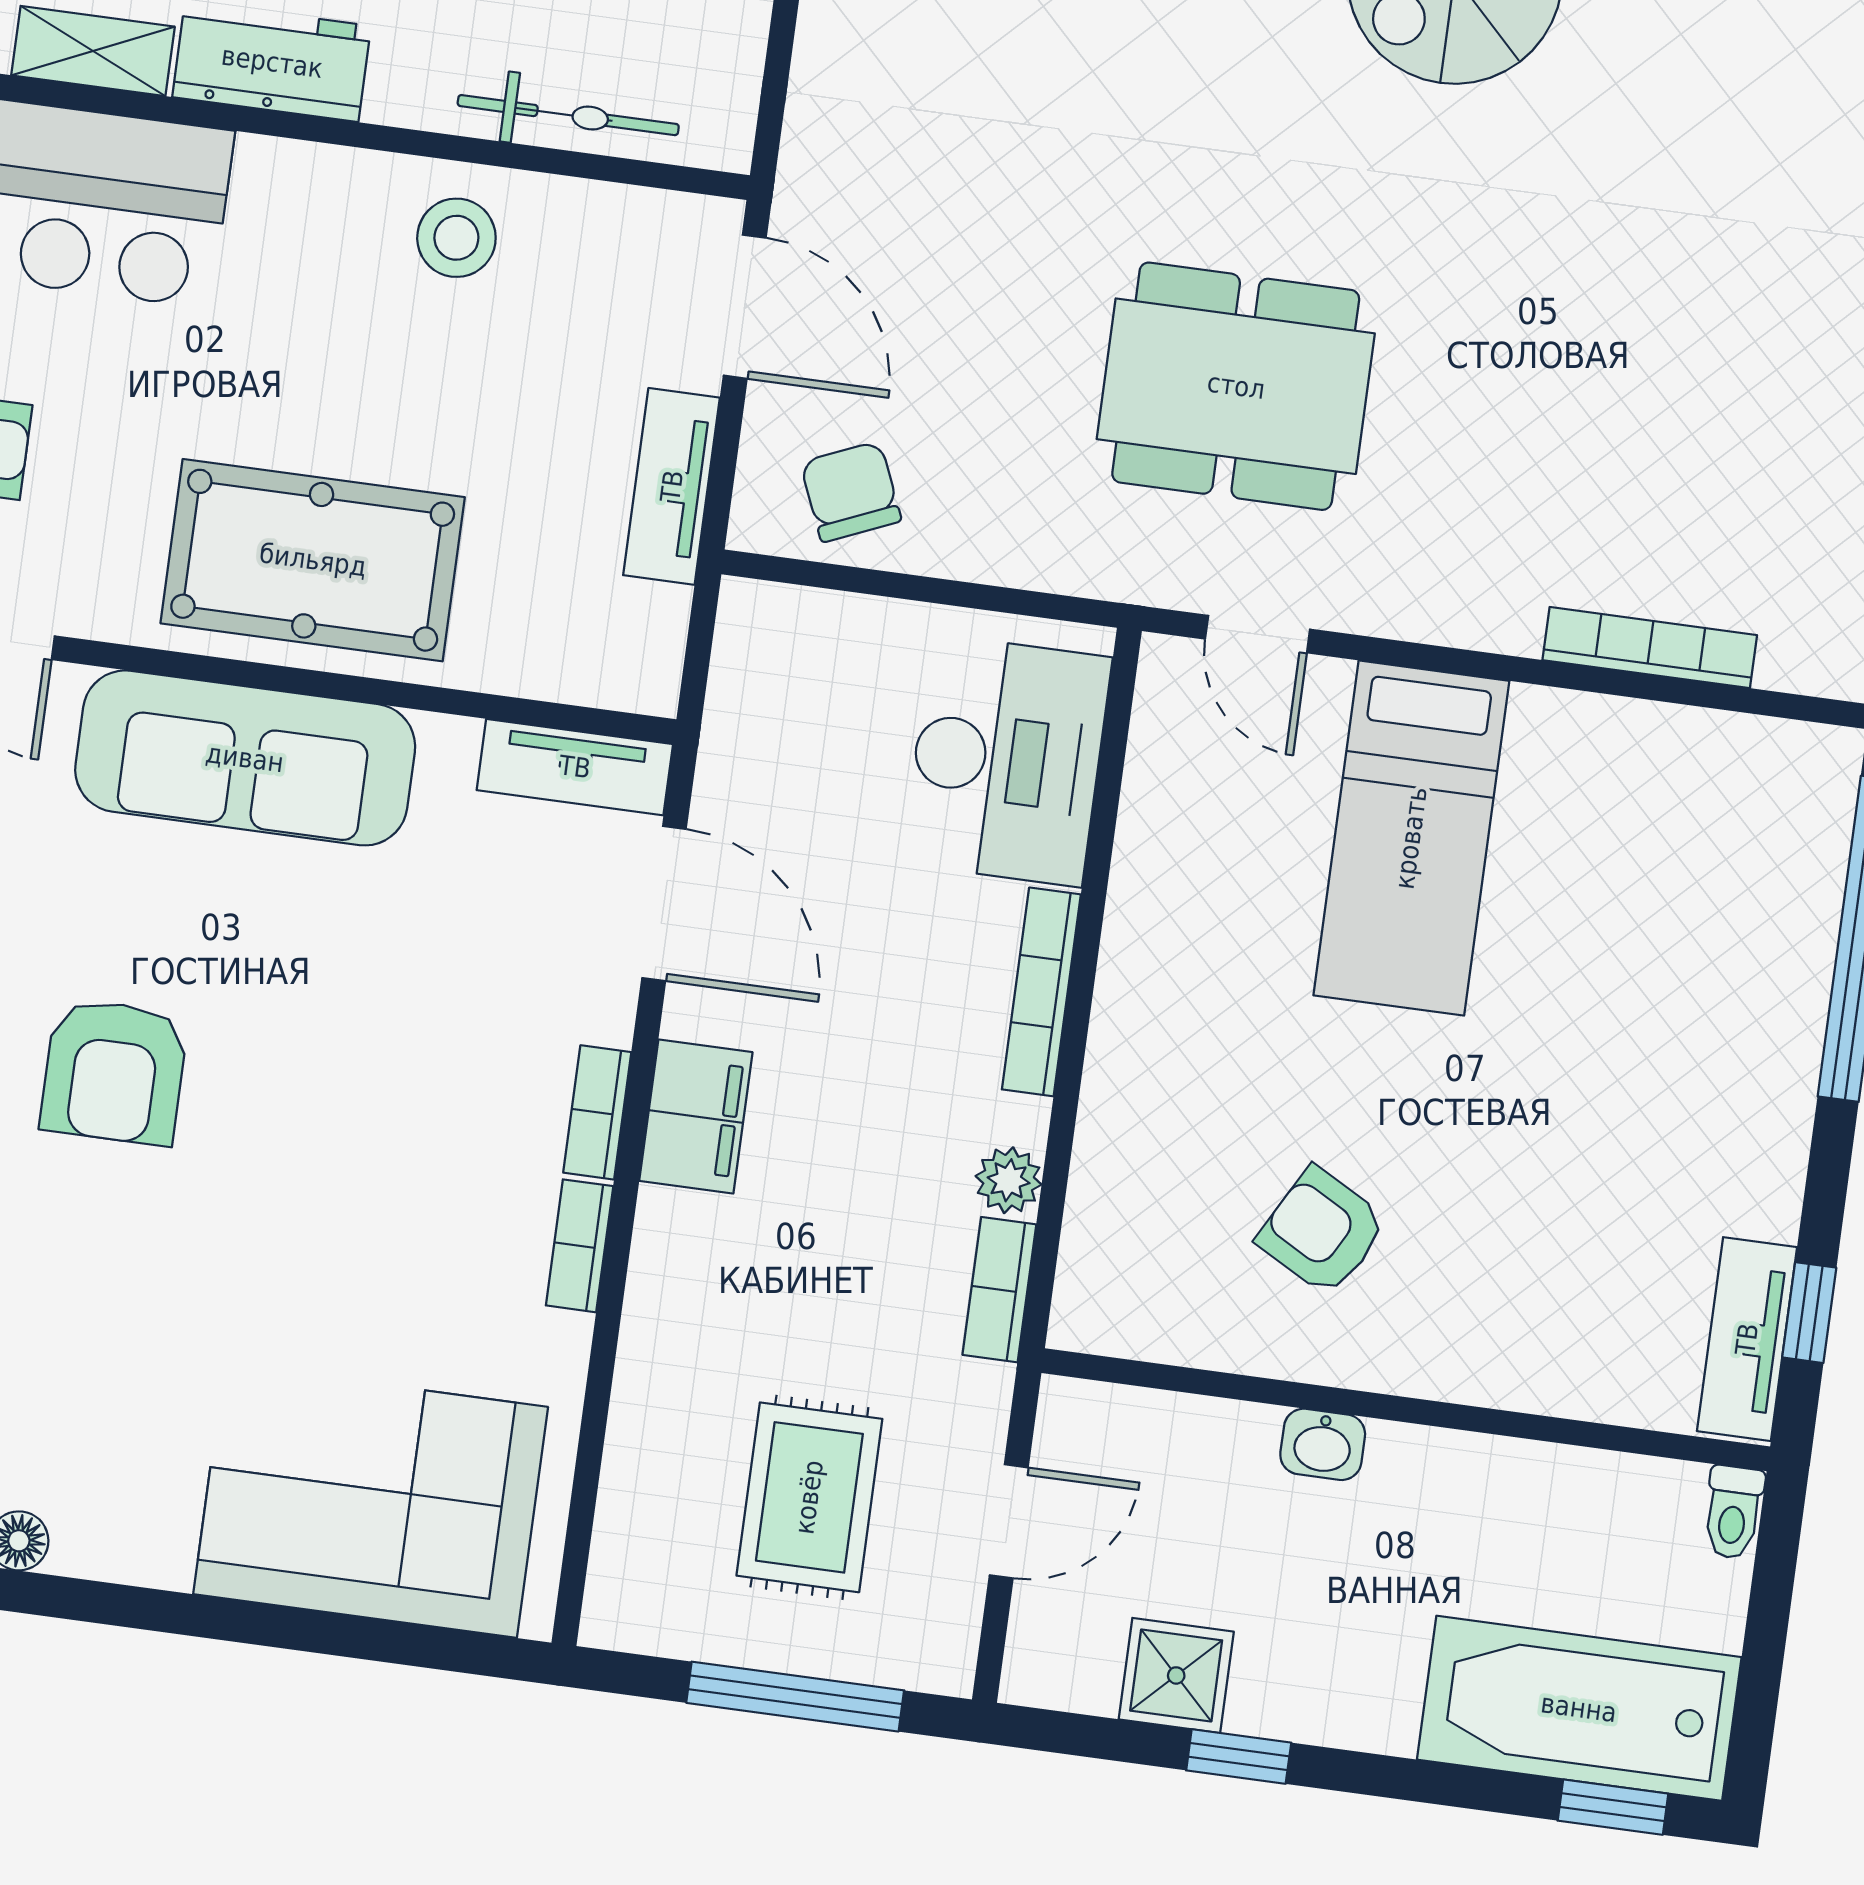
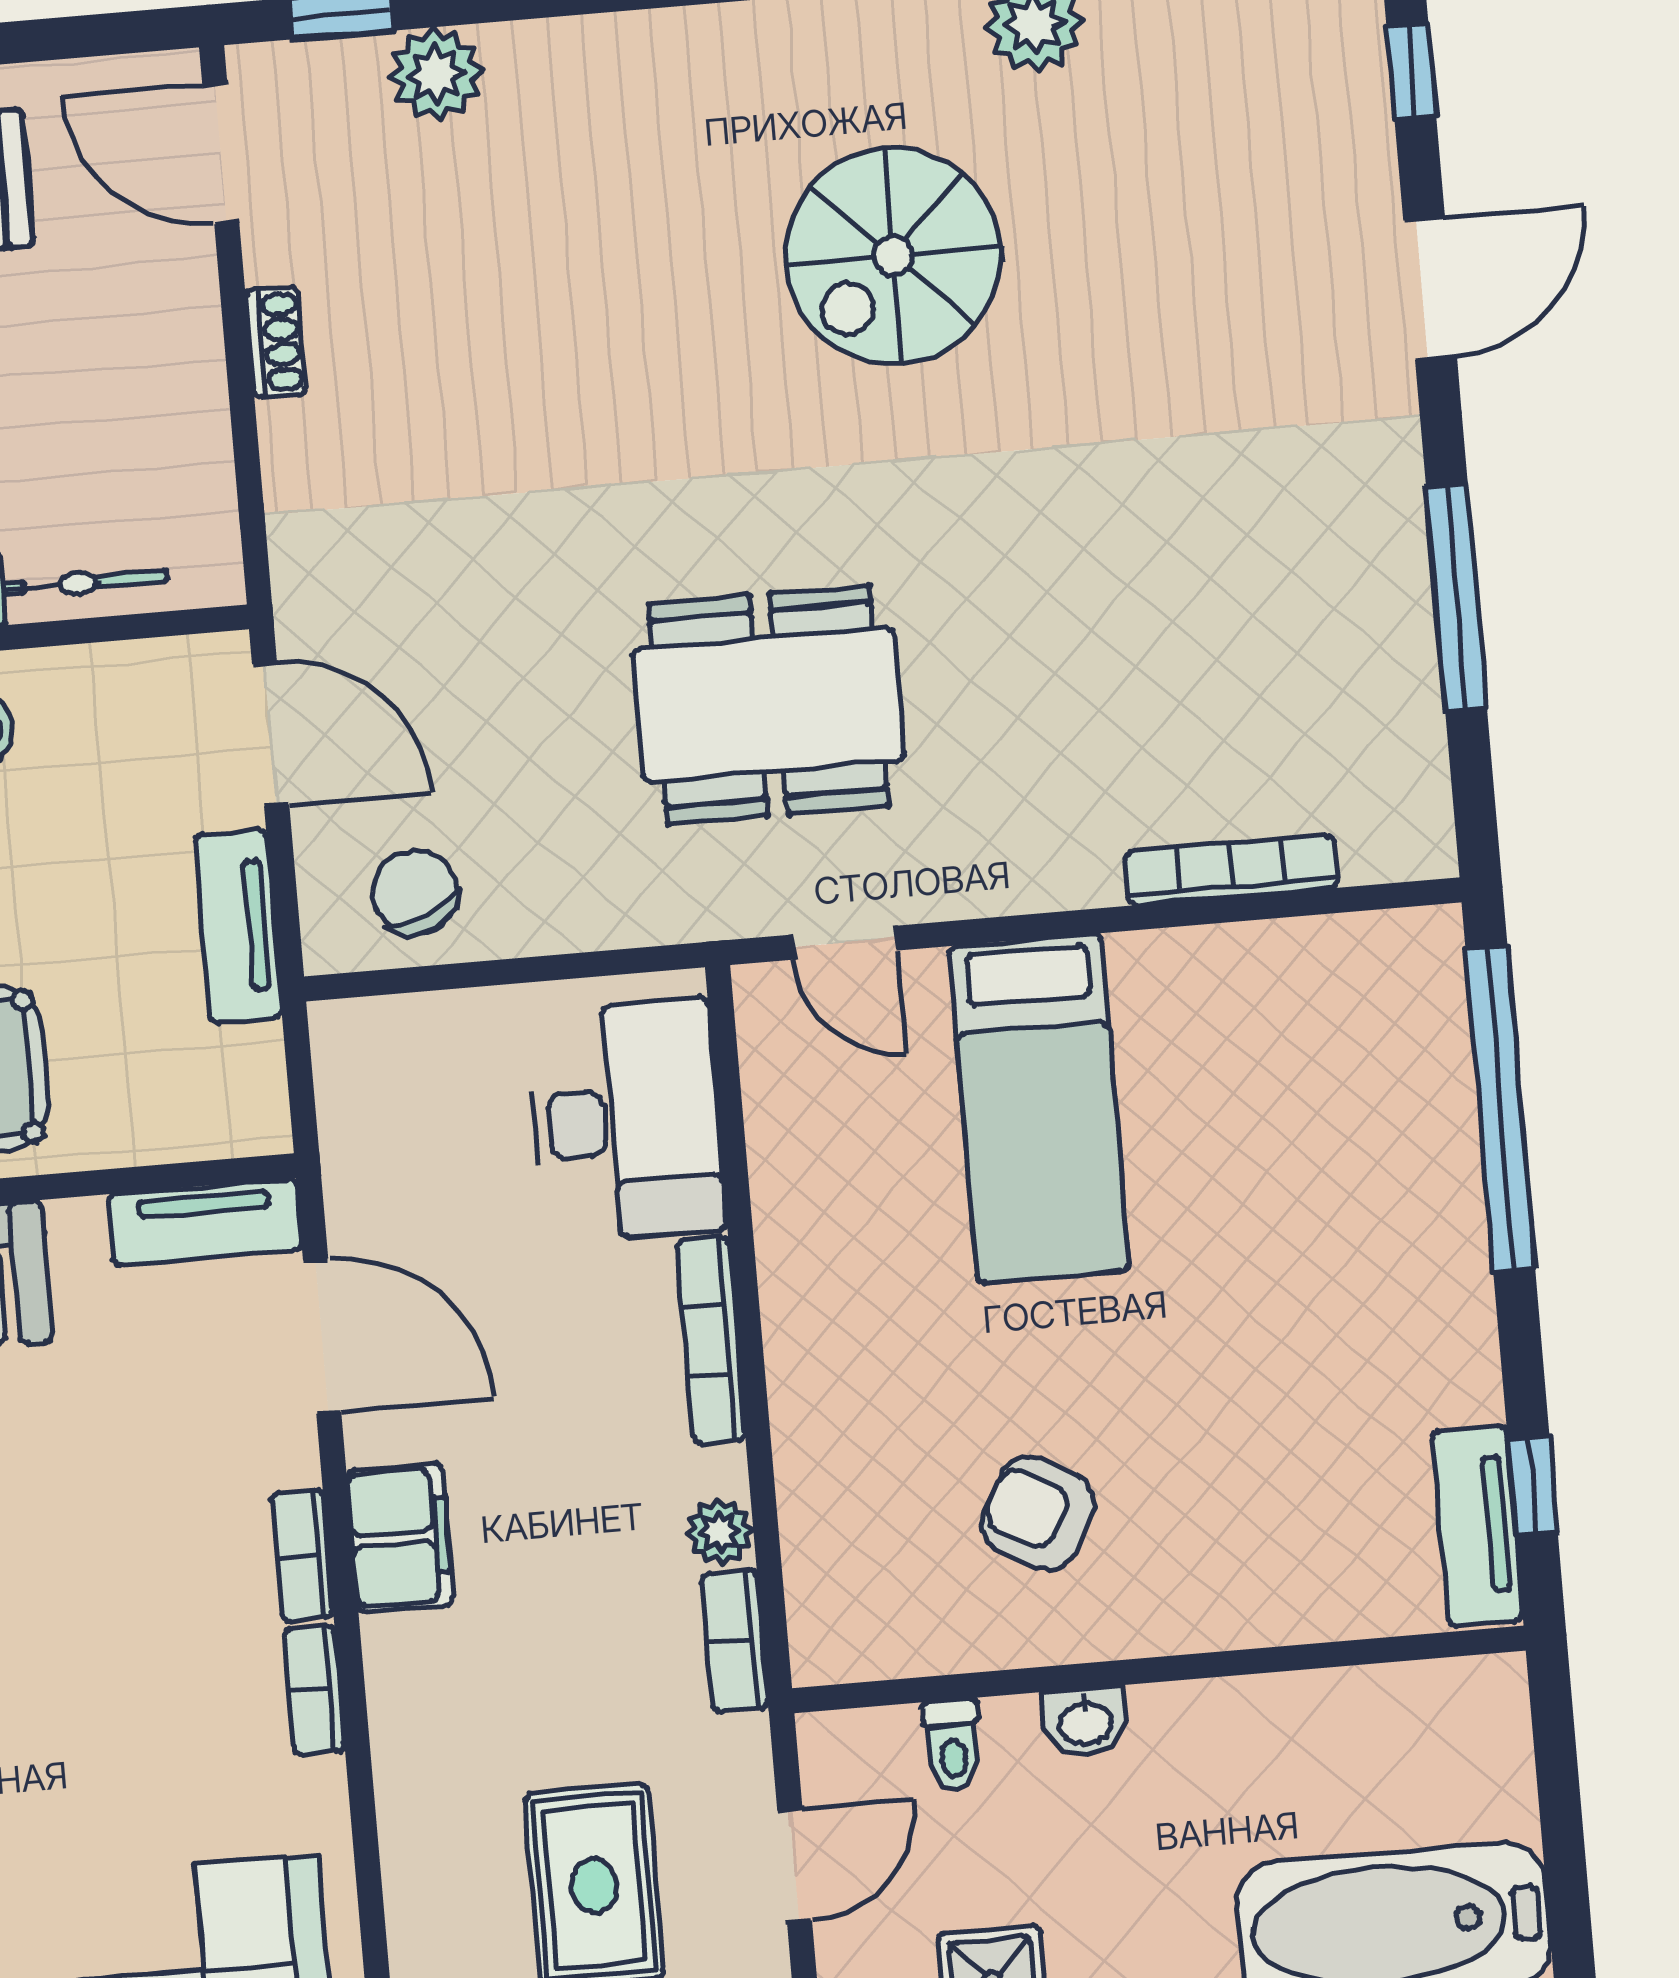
toilet: (1733, 1512) -> (953, 1745), moved

